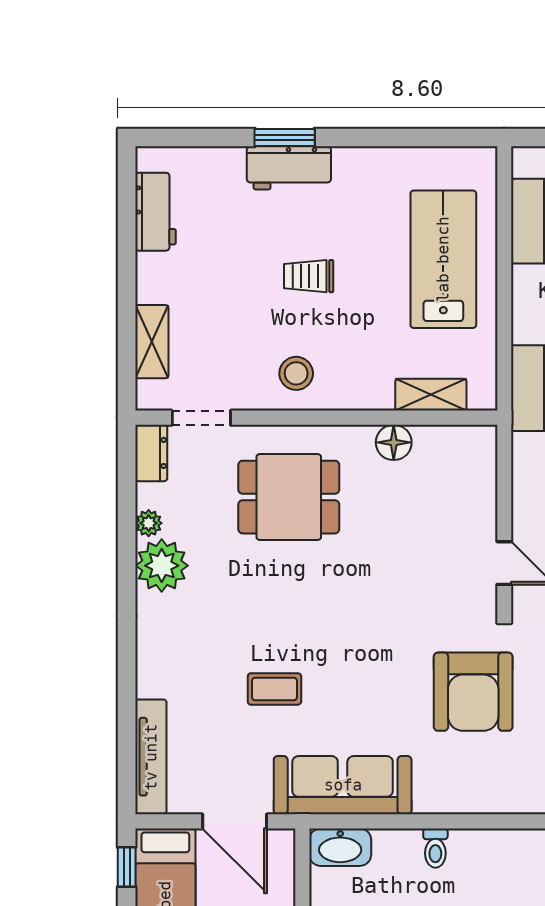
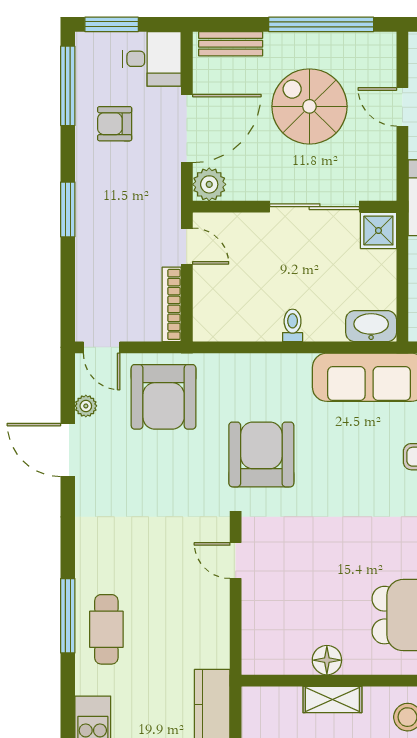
shelving: (431, 395) -> (332, 699), moved

